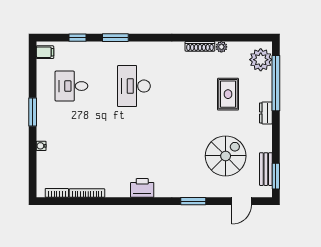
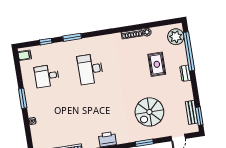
spiral stairs: (226, 156) -> (149, 112), moved, turned 180

